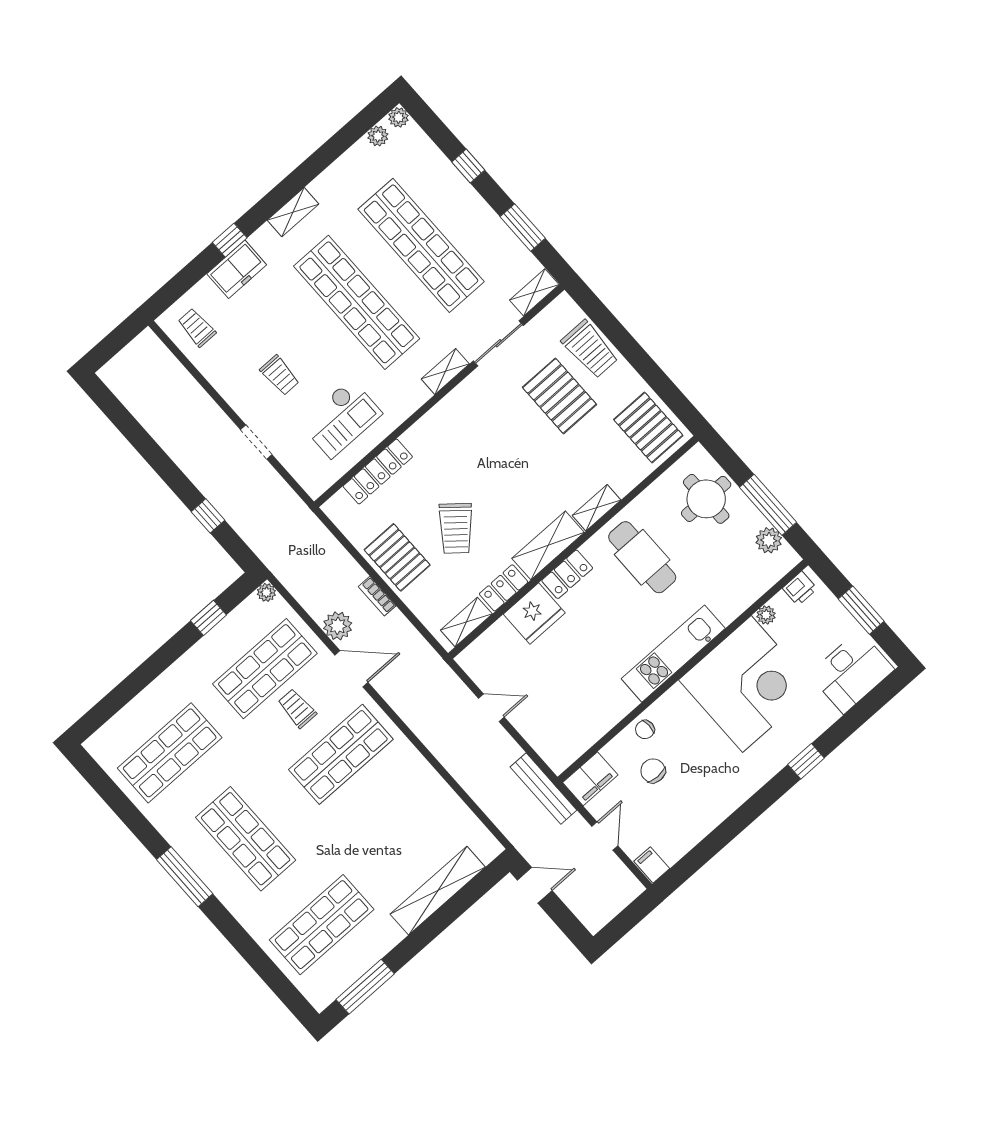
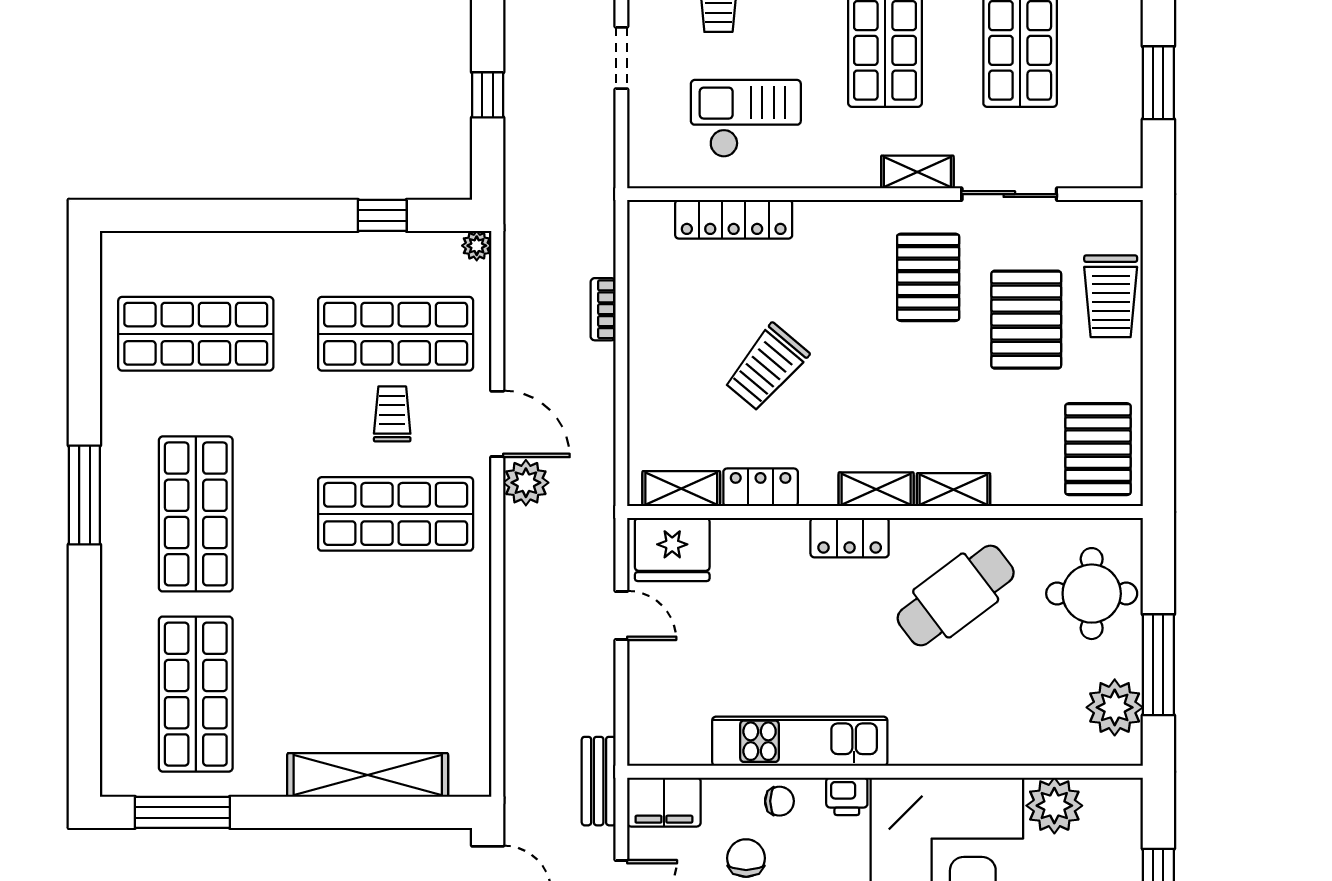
shelving: (534, 292) -> (1104, 171), removed
checkout: (341, 418) -> (746, 119), turned 180
plant: (769, 540) -> (1115, 707), width x1.36, depth x1.36
shelving: (548, 545) -> (876, 489), width x0.67, depth x0.75
pallet: (397, 557) -> (928, 277), moved
cafe table: (642, 557) -> (956, 595), turned 53
printer: (800, 588) -> (847, 796), moved
bookcase: (377, 596) -> (603, 309), moved
fridge: (534, 614) -> (672, 549), moved
plant: (766, 615) -> (1054, 806), width x1.88, depth x1.88
plant: (338, 626) -> (526, 483), moved
kitchen unit: (673, 654) -> (800, 741), moved
chair: (645, 730) -> (779, 801), turned 180
bench: (543, 789) -> (599, 781), width x0.73
shop shelf: (322, 925) -> (196, 694), turned 90

